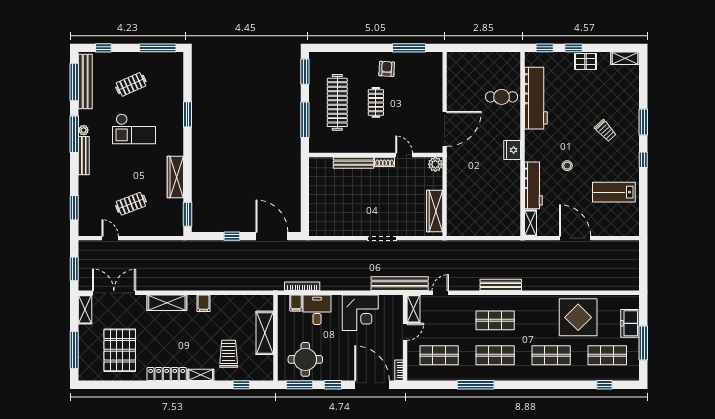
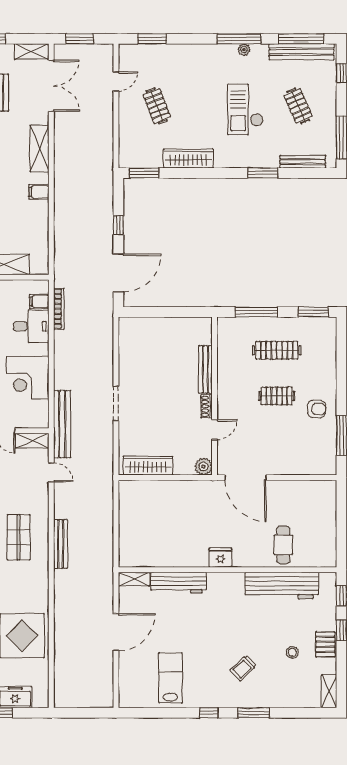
clothes rail: (337, 102) -> (277, 350), width x0.73, depth x0.76
bench: (84, 156) -> (303, 162), moved
stool: (567, 166) -> (292, 652), moved

